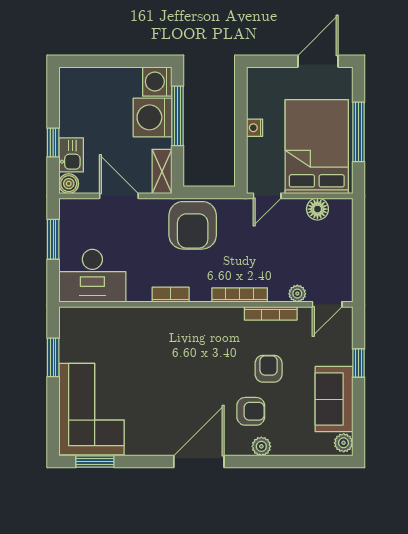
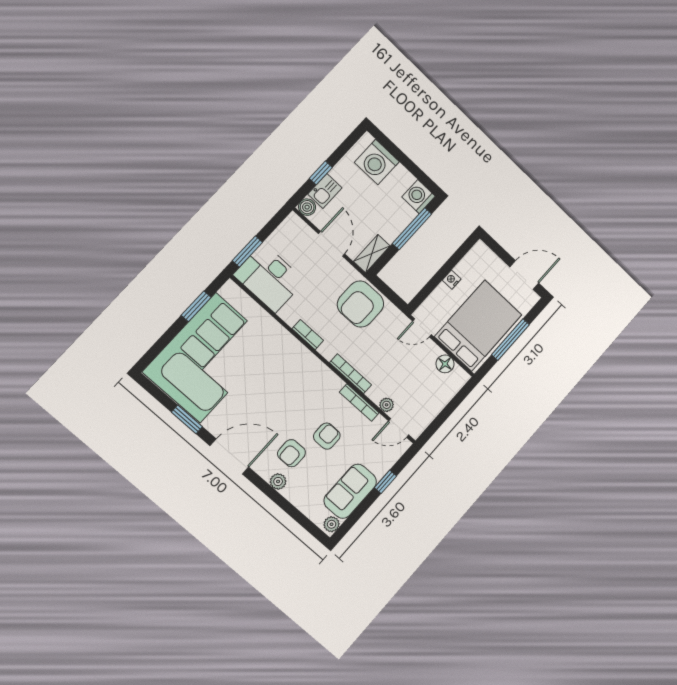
washing machine: (153, 117) -> (377, 162), moved, turned -90
window: (53, 239) -> (247, 251), moved
corner sofa: (91, 409) -> (208, 358), width x1.36, depth x1.36
armchair: (251, 411) -> (291, 453), turned 90
window: (95, 462) -> (187, 419), moved

